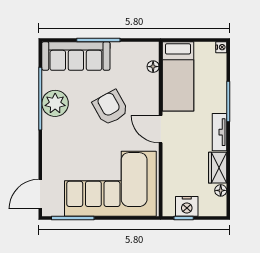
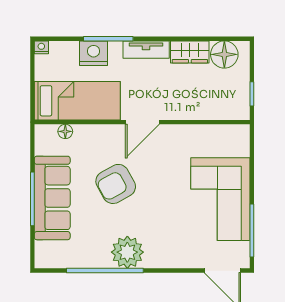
sofa: (76, 56) -> (52, 198), moved
plant: (55, 103) -> (127, 252), moved
corner sofa: (110, 184) -> (220, 199), width x0.73, depth x0.74
floor lamp: (221, 190) -> (224, 54), width x1.89, depth x1.89
nightstand: (187, 206) -> (94, 53), moved, turned -90

